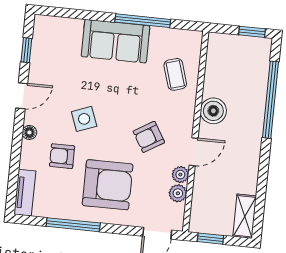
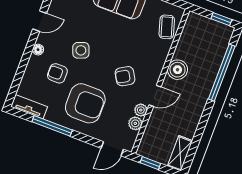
coffee table: (175, 74) -> (167, 27), moved
tv unit: (25, 193) -> (29, 107), moved, turned -90

